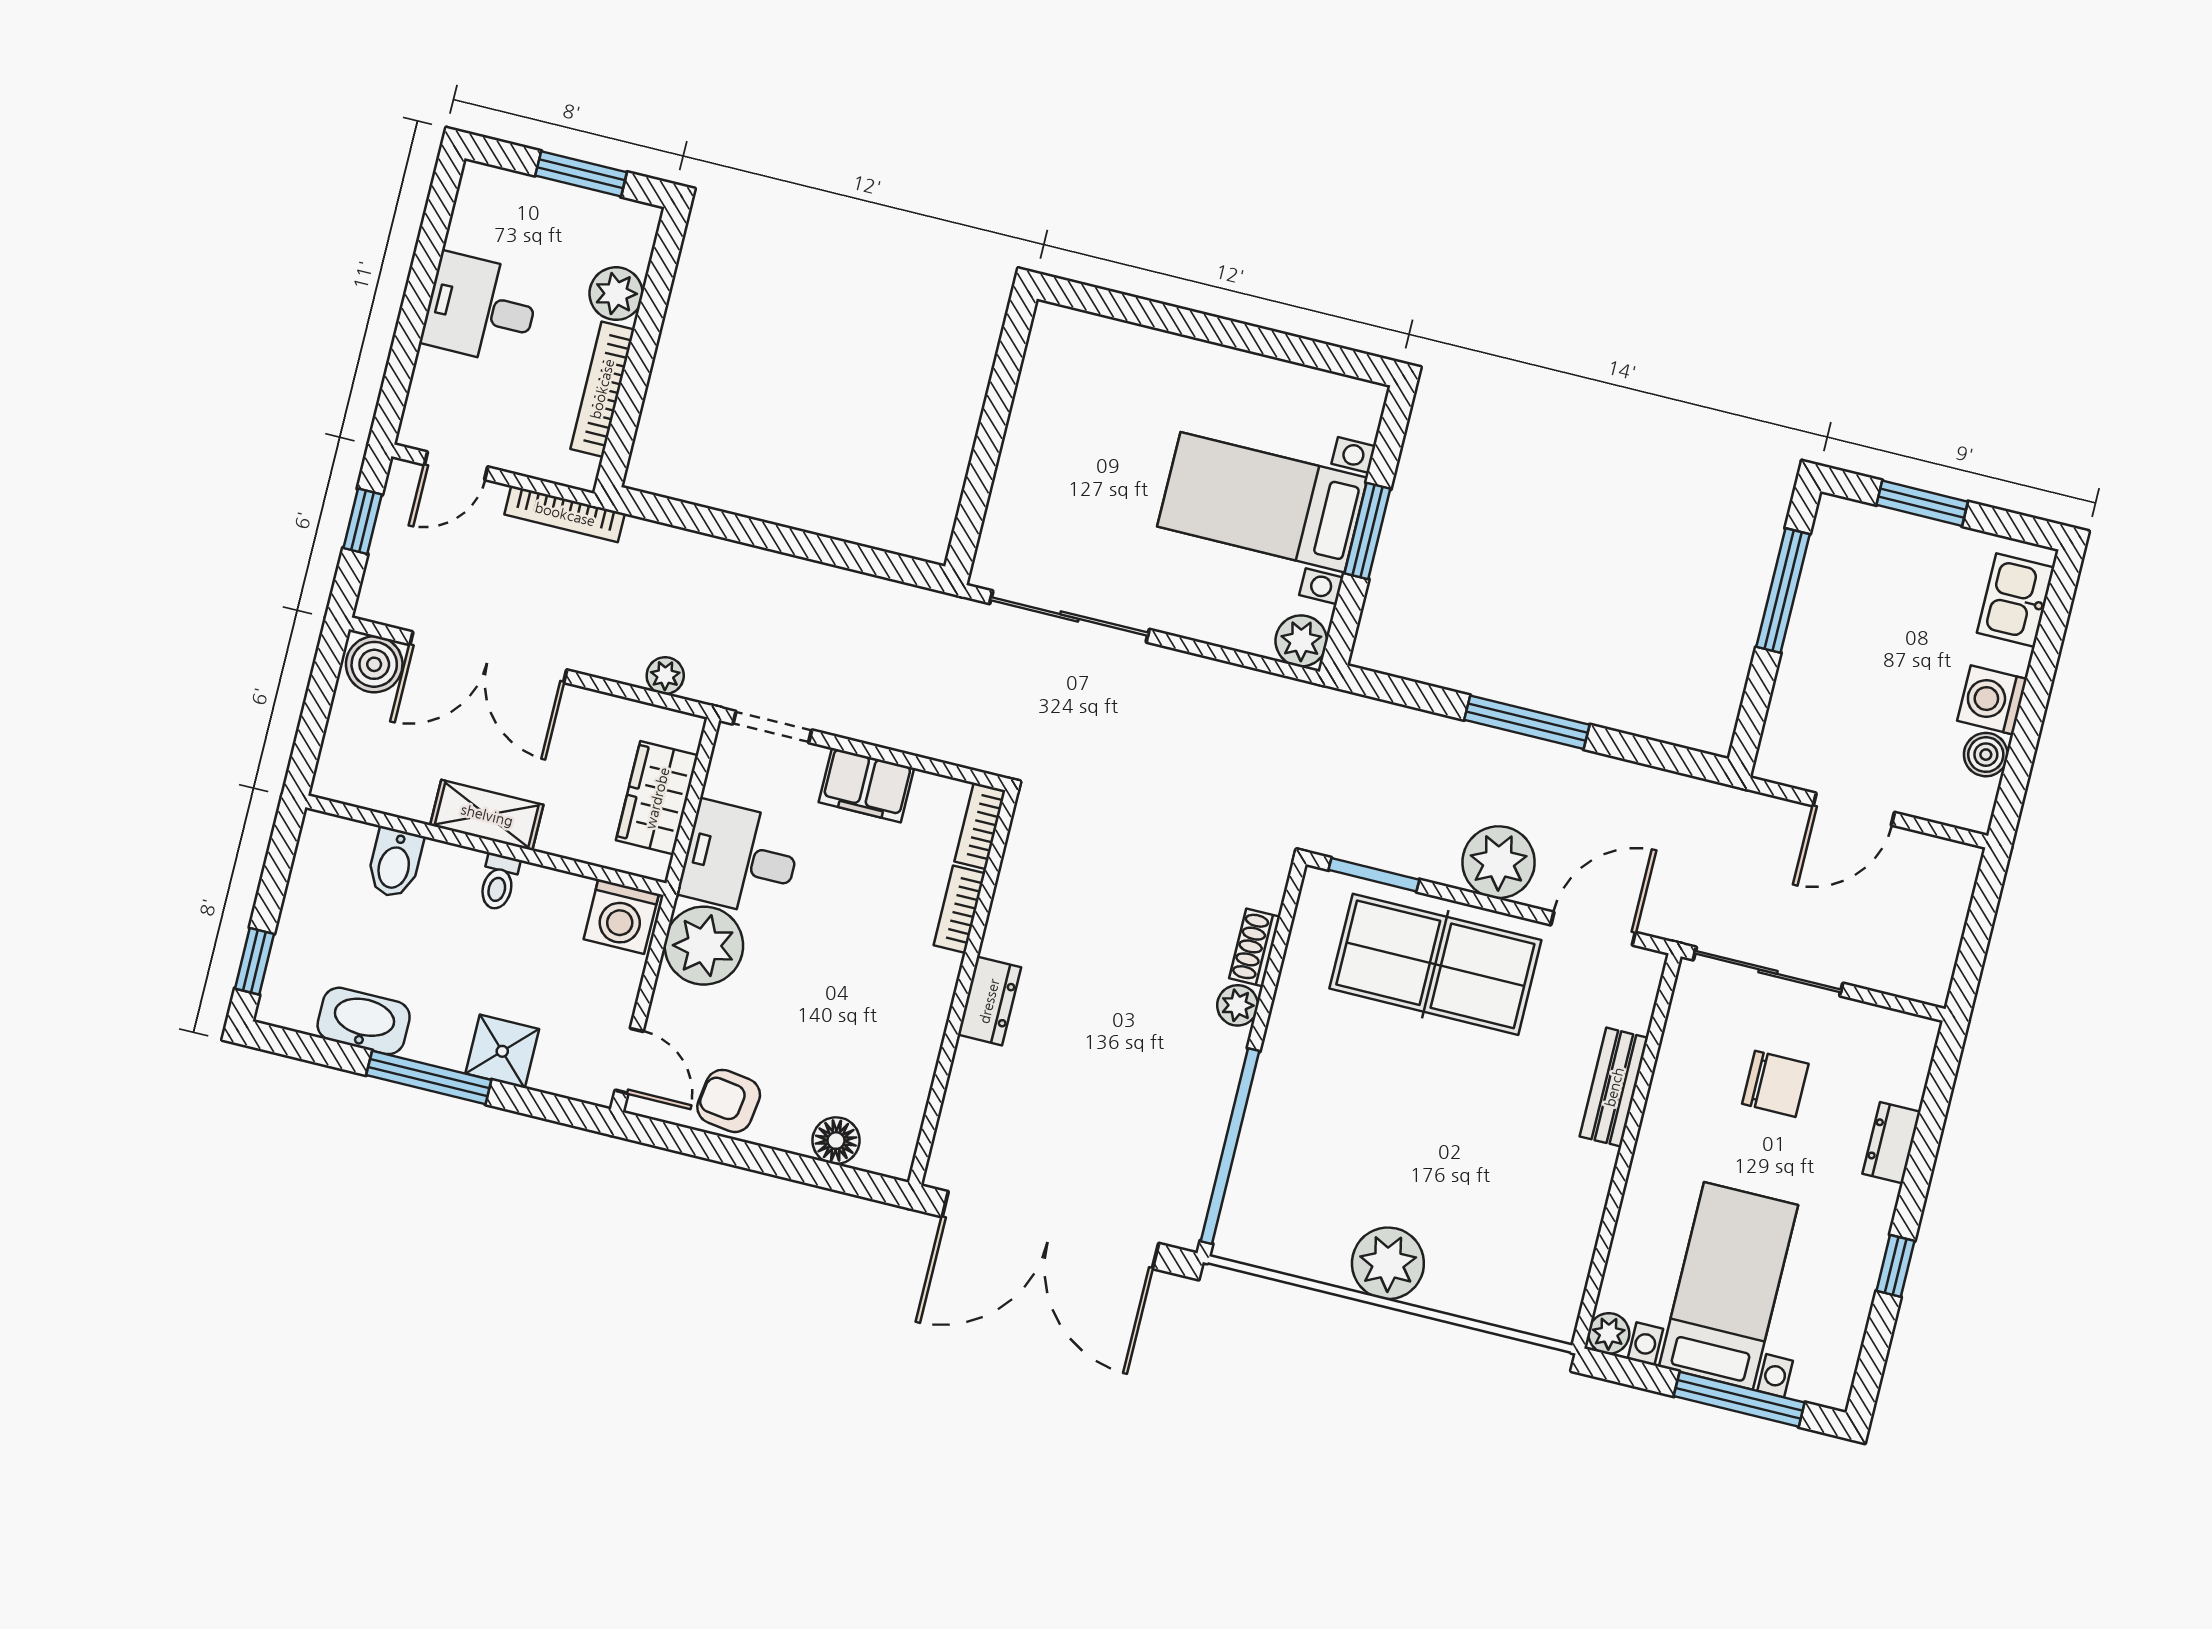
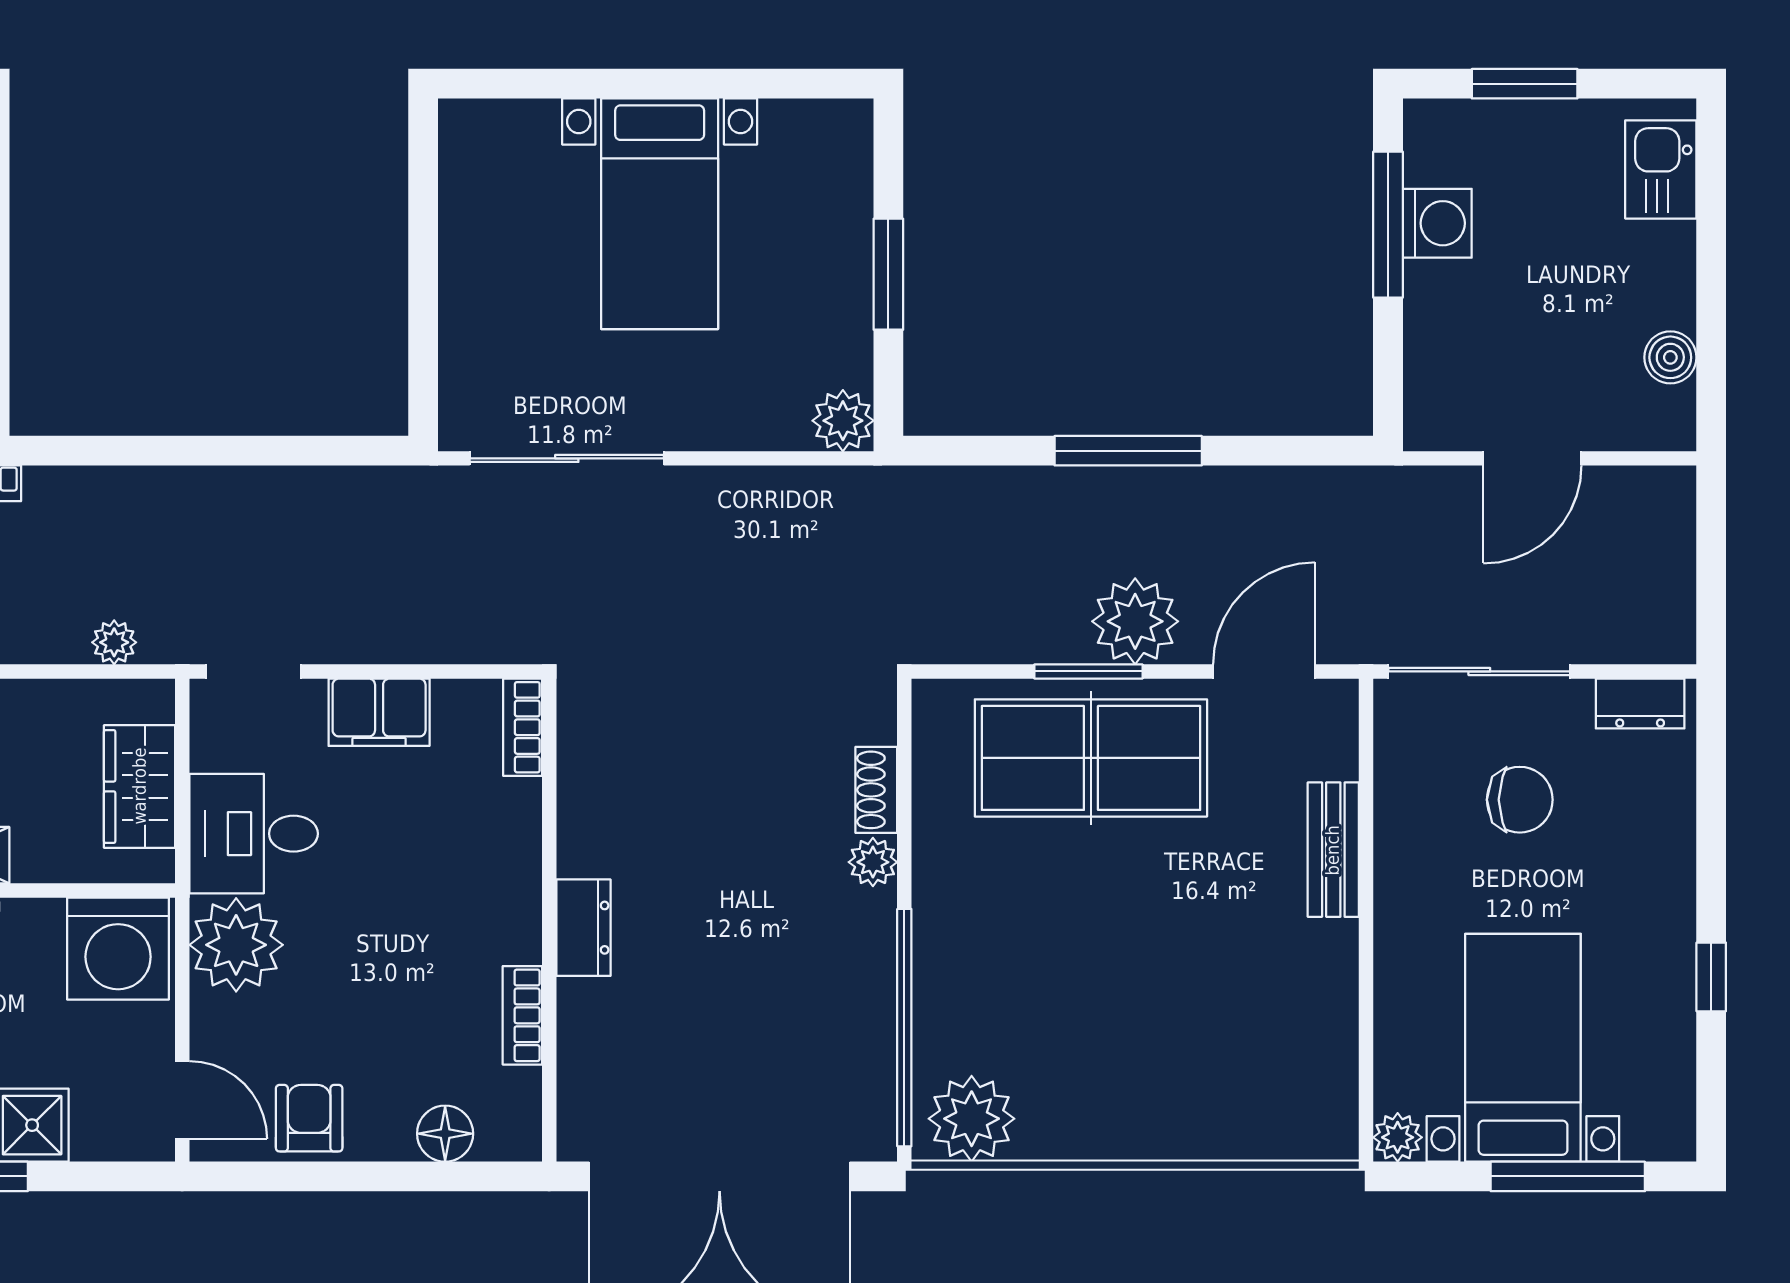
bed with nightstands: (1262, 502) -> (660, 214), moved, turned -90
washing machine: (1992, 700) -> (1437, 223), moved, turned 180
window: (1374, 875) -> (1088, 671), moved
bookcase: (959, 909) -> (522, 1015), moved
washing machine: (621, 917) -> (118, 949), width x1.37, depth x1.37
armchair: (729, 1101) -> (309, 1118), turned 82
dresser: (1891, 1143) -> (1640, 704), moved, turned -90
plant: (1388, 1263) -> (972, 1119), moved

